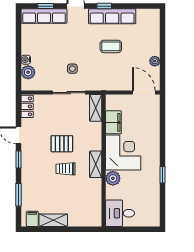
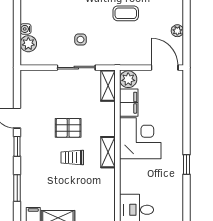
locker: (27, 106) -> (27, 84), removed
plant: (113, 178) -> (128, 79), moved

